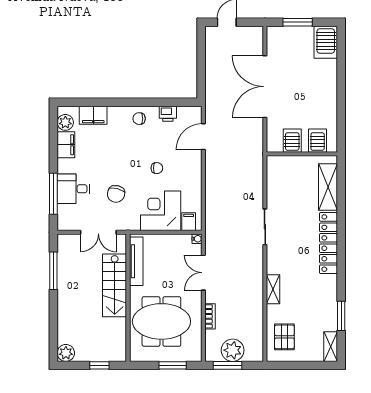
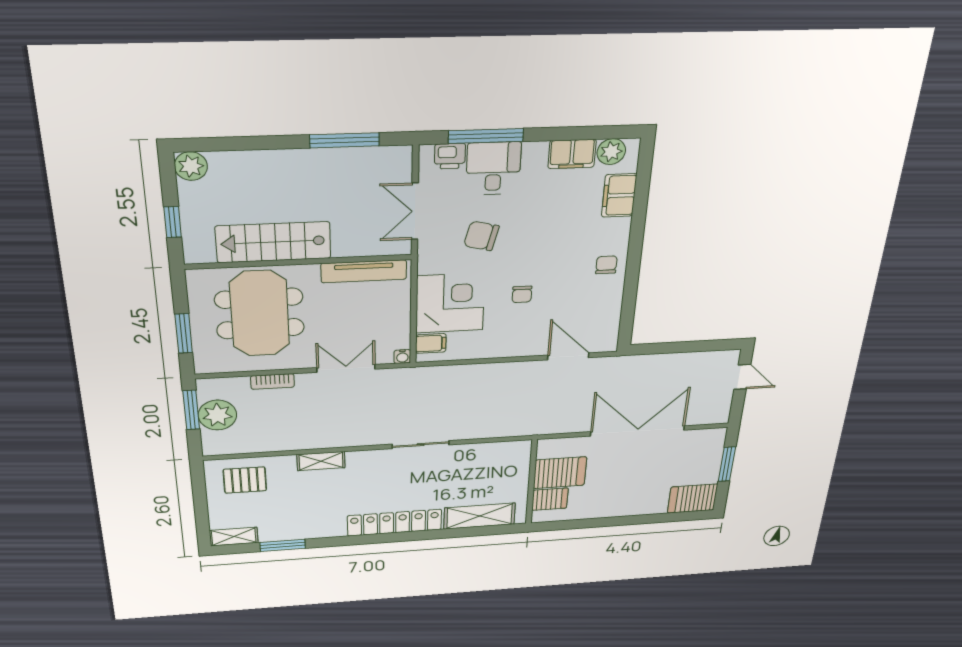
printer: (168, 114) -> (450, 156), moved, turned -90
server rack: (292, 141) -> (560, 473), width x1.36, depth x1.44
stairs: (115, 285) -> (273, 242), moved

